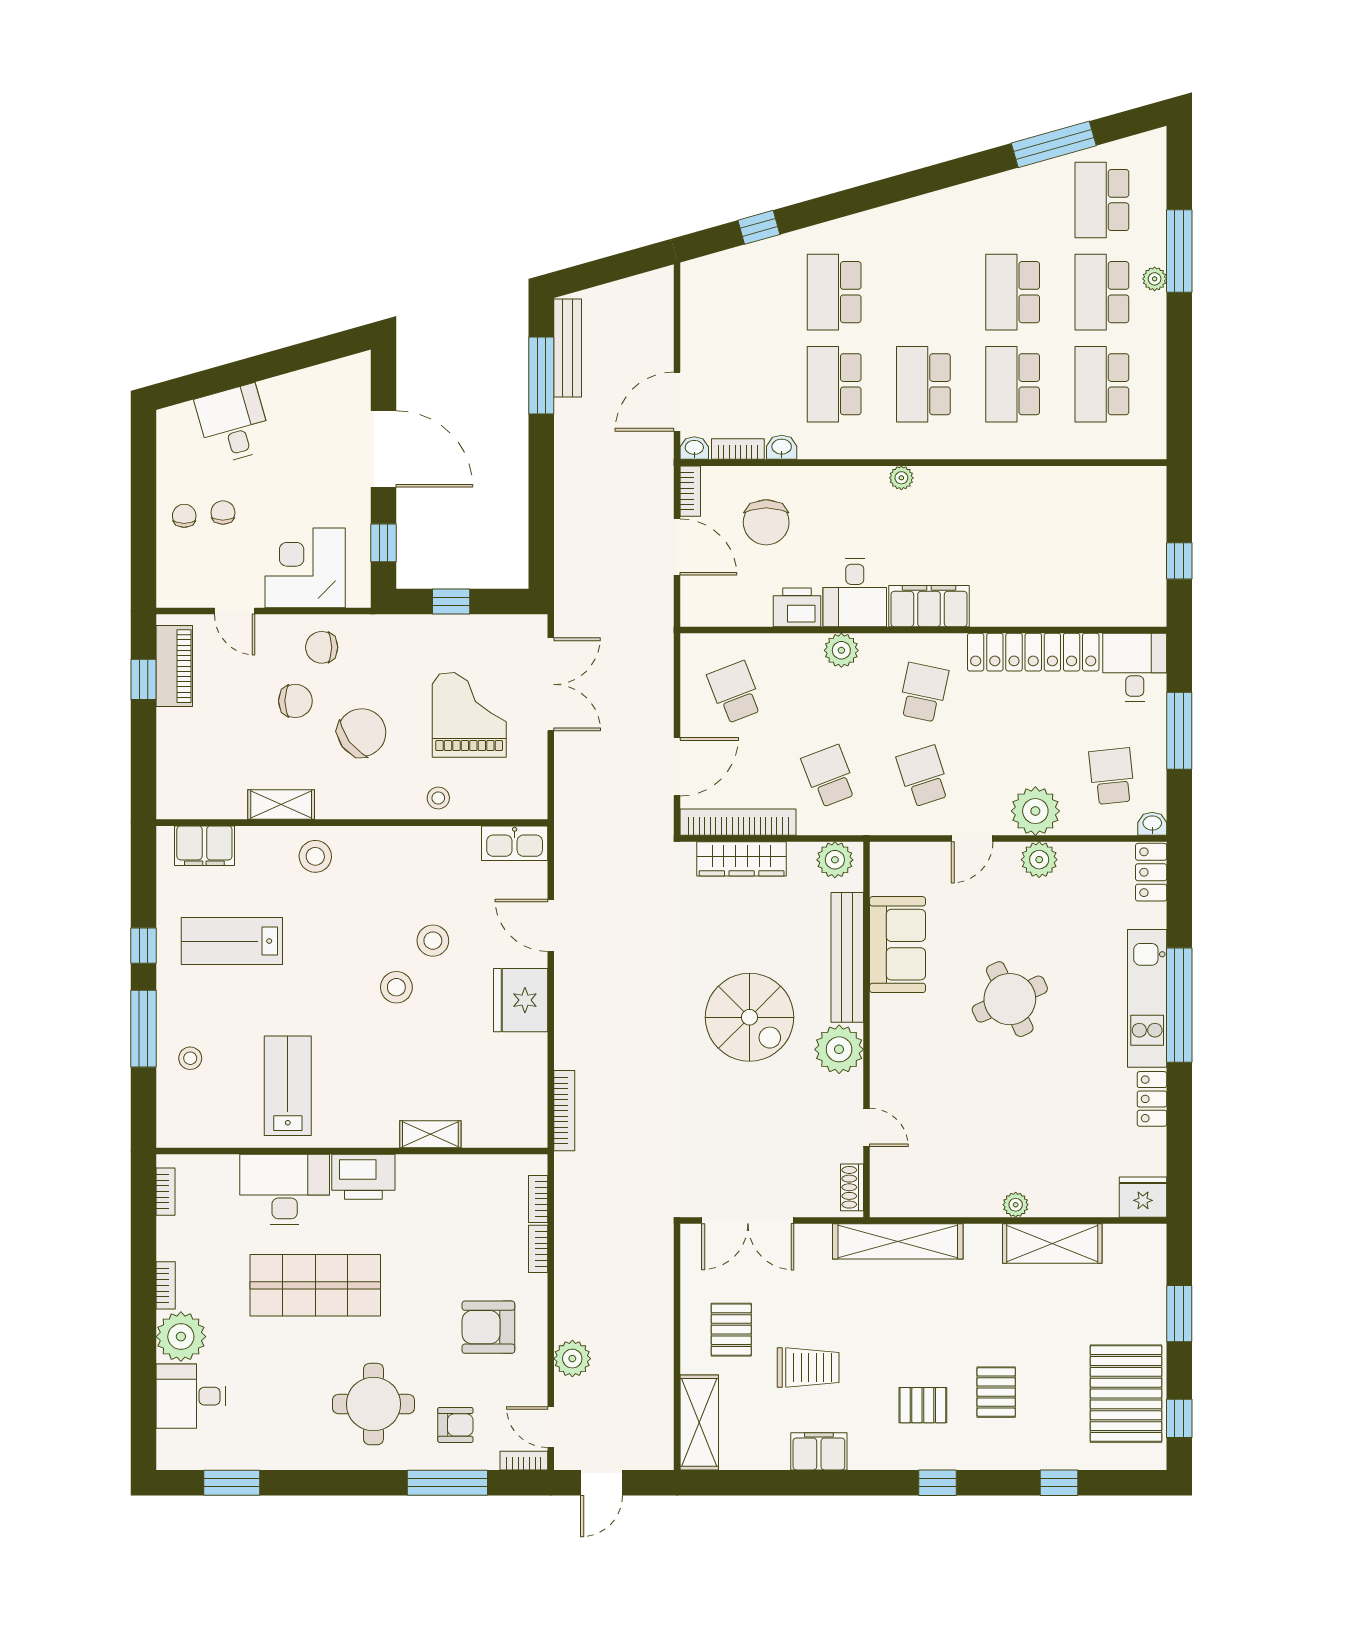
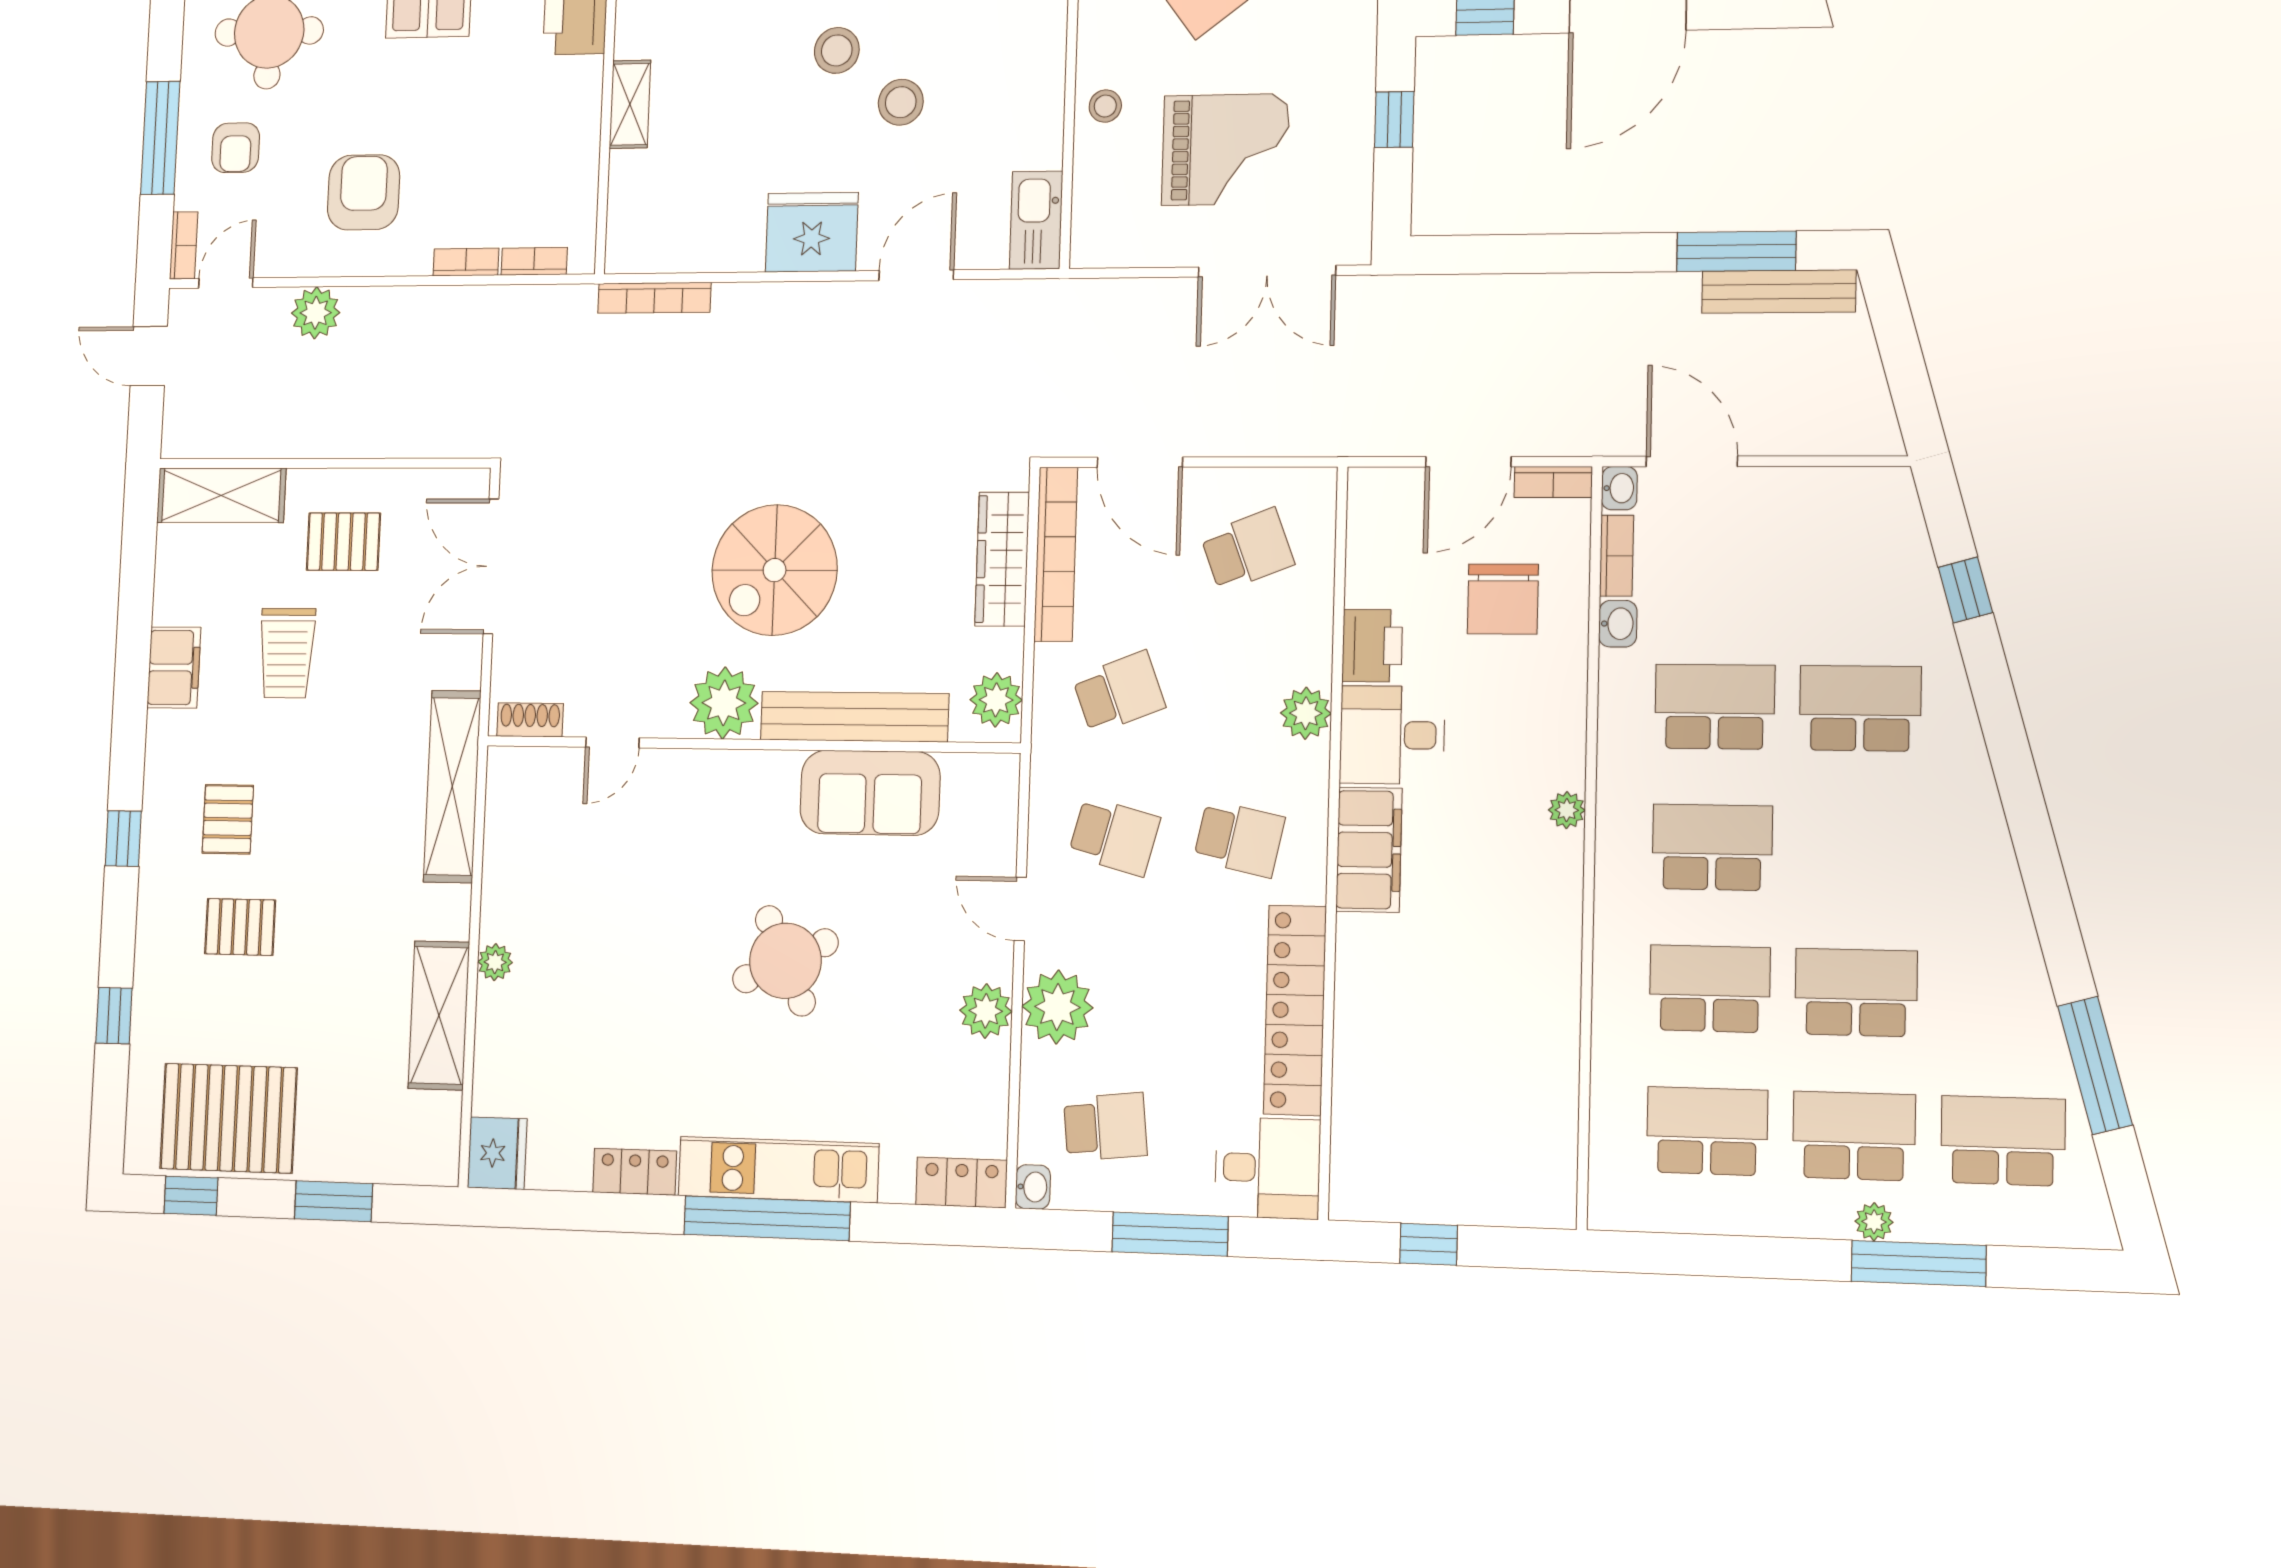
chair: (766, 522) -> (1503, 599), turned -90
school desk: (923, 776) -> (1114, 836), turned 33

